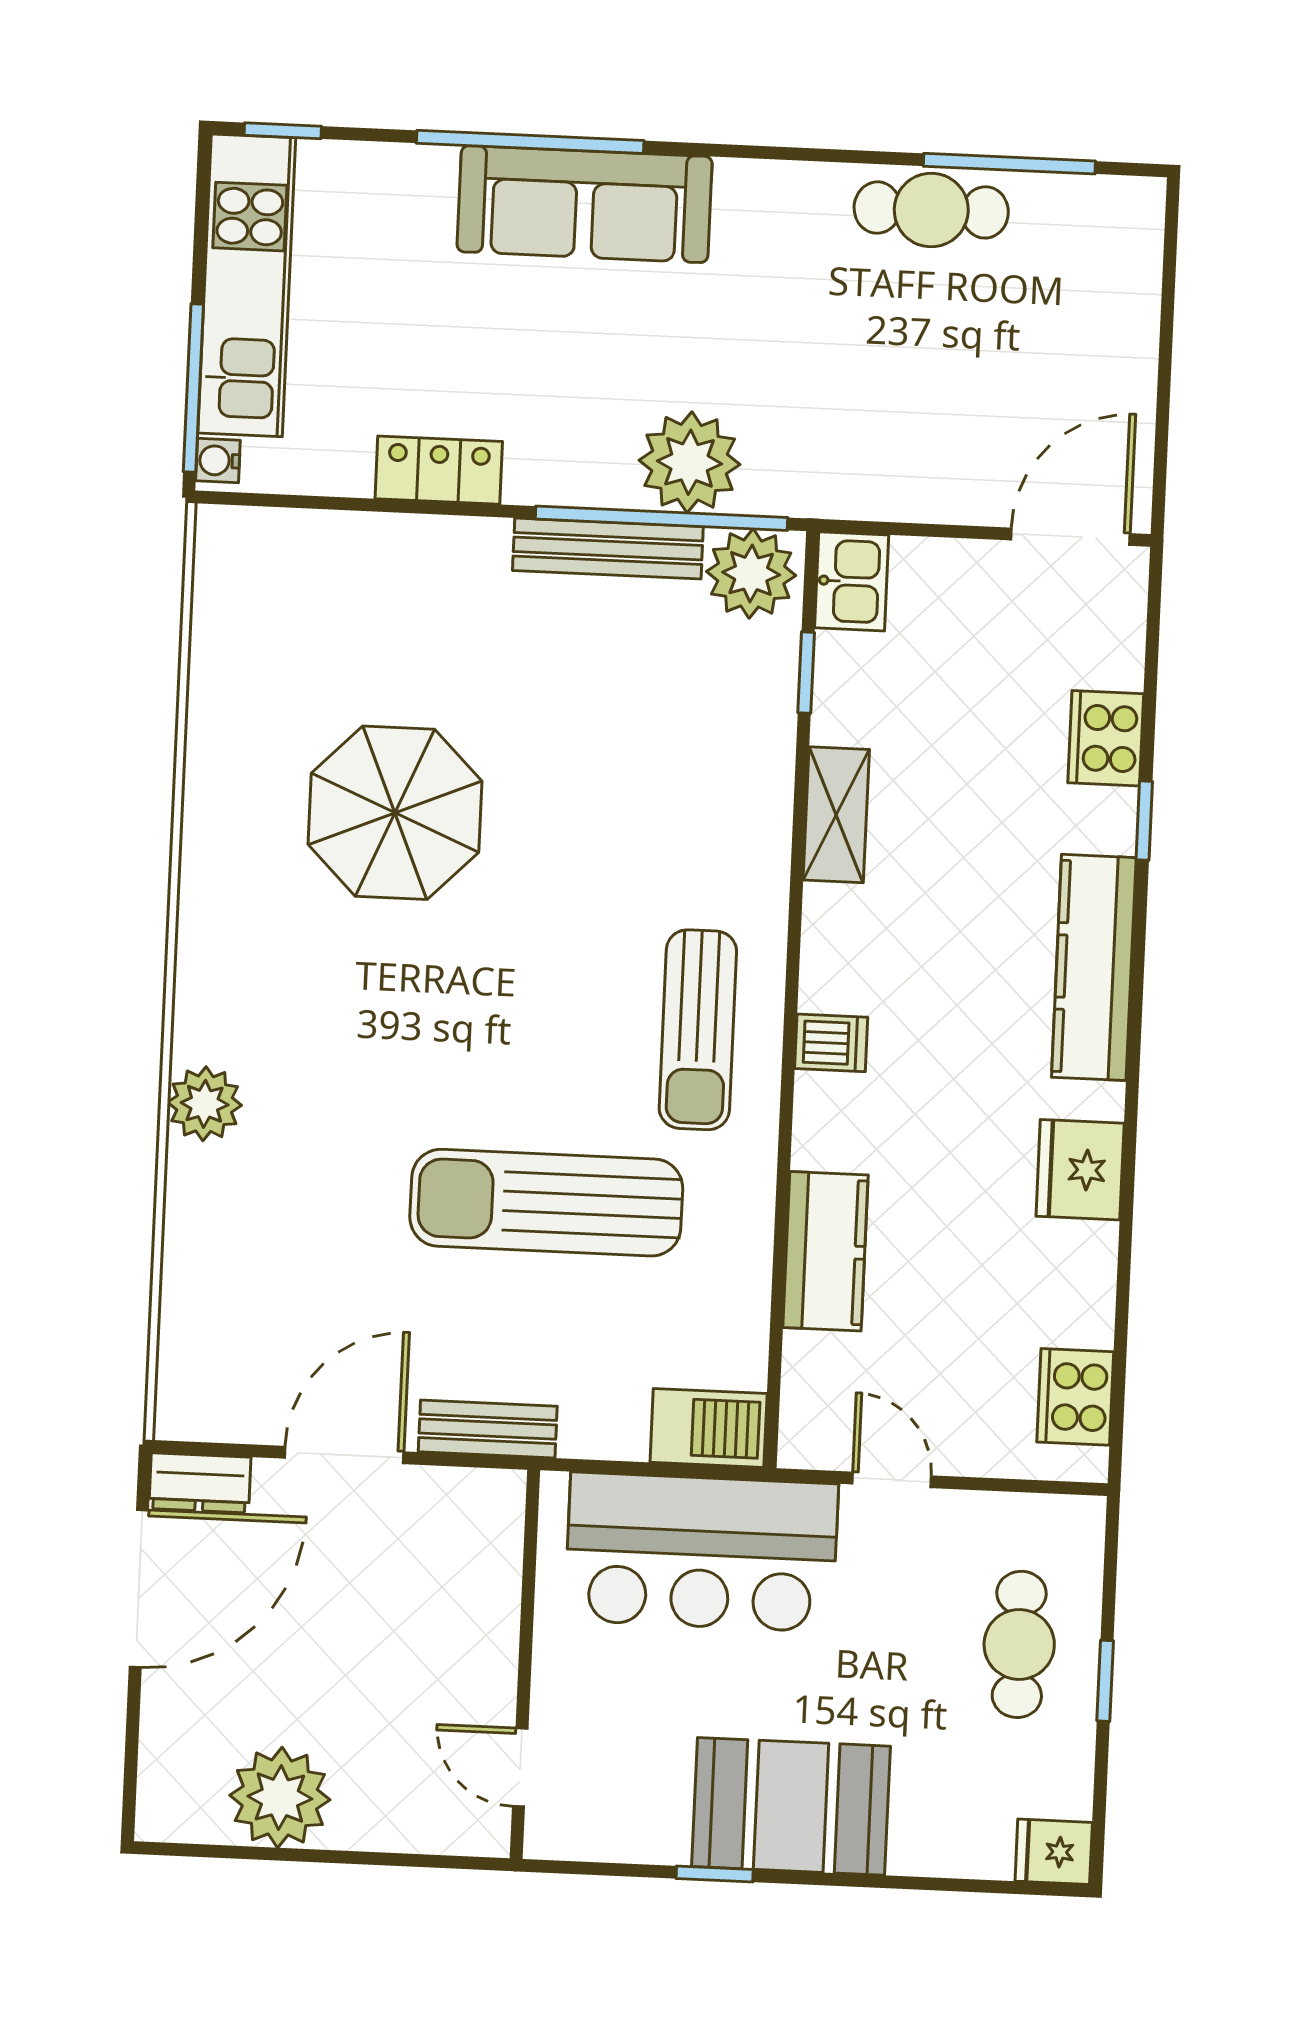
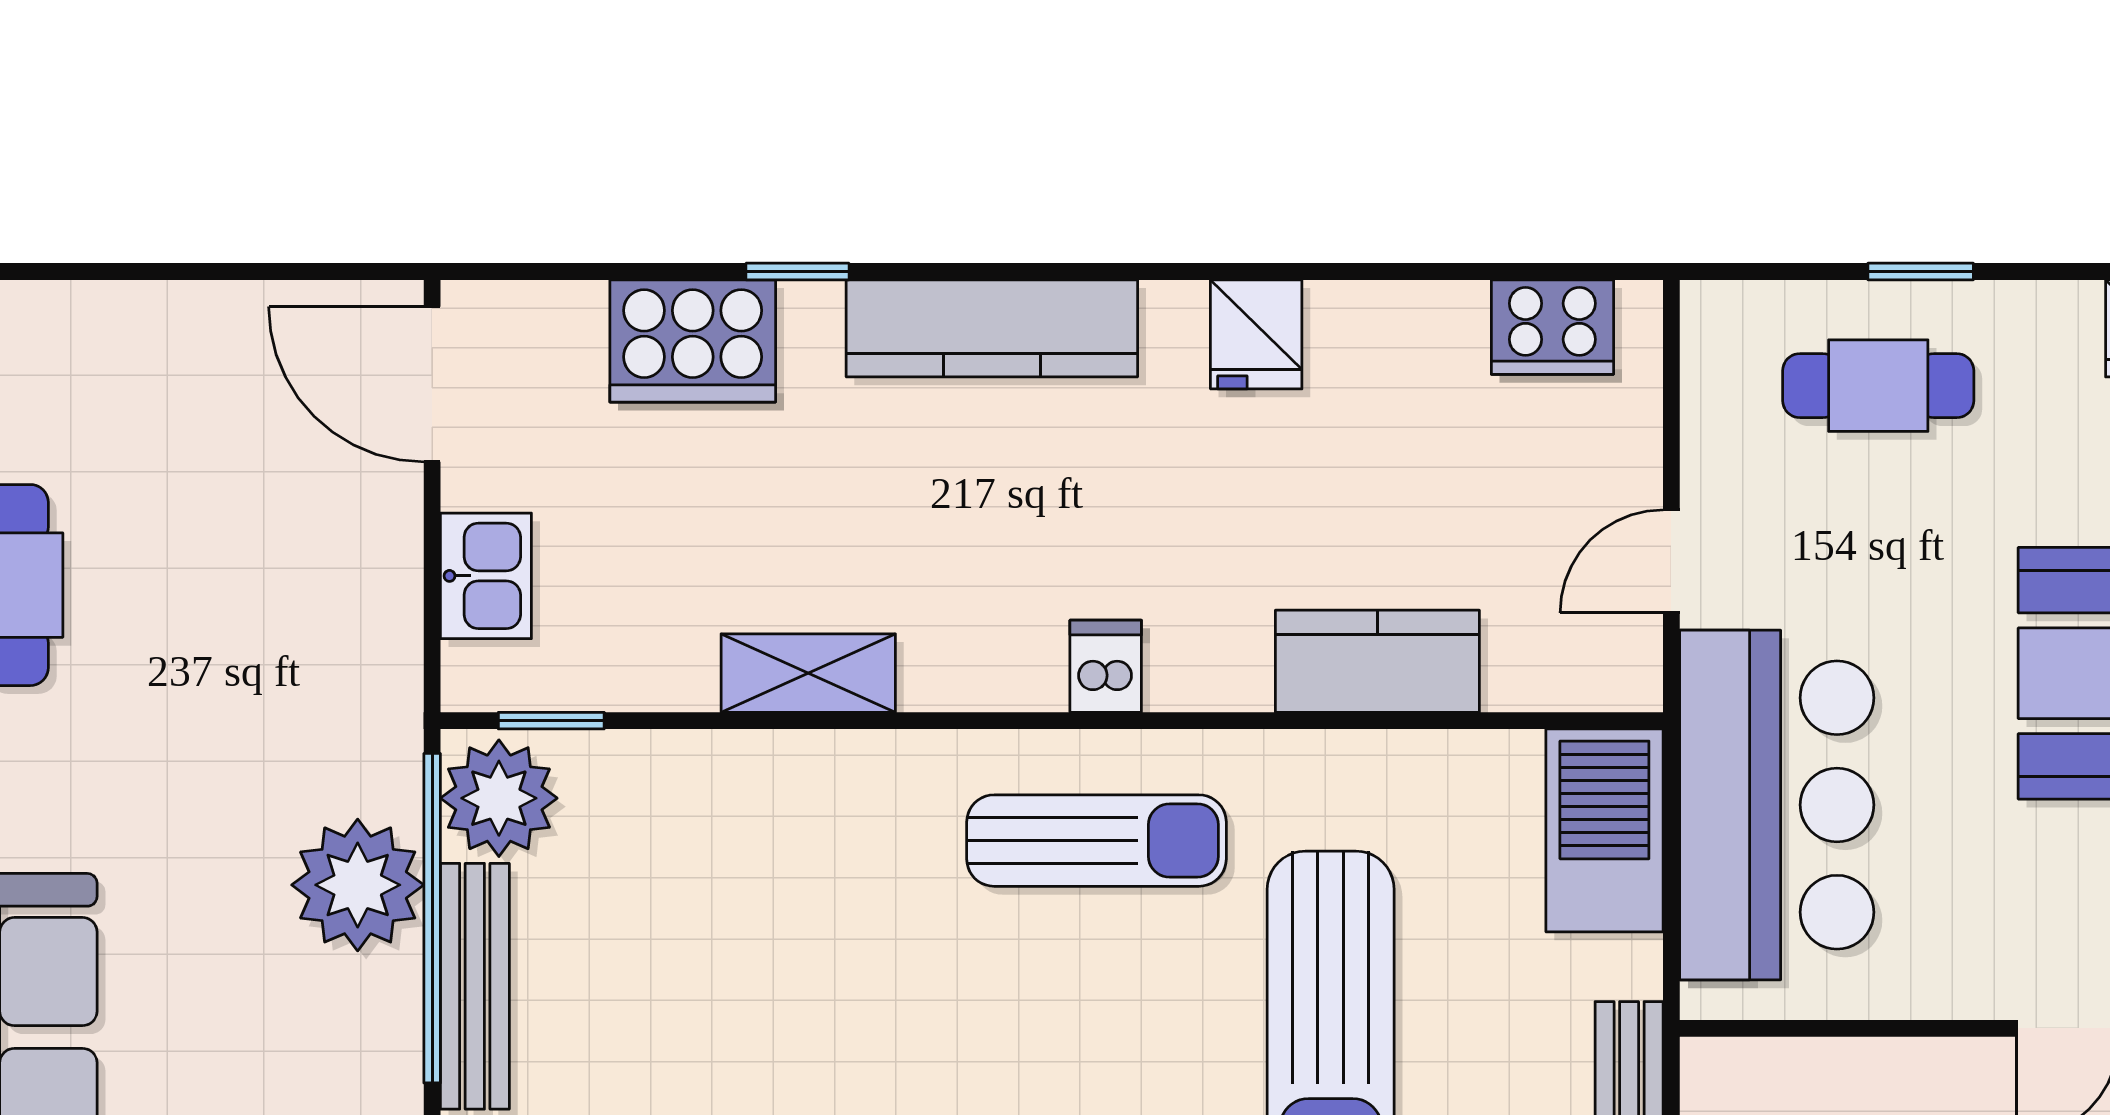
kitchen sink: (852, 581) -> (486, 576), moved, turned 90
window: (806, 673) -> (551, 721), moved
cooker: (1106, 738) -> (693, 341), width x1.37, depth x1.31
fridge: (1080, 1170) -> (1256, 334), width x0.72
barbecue: (709, 1428) -> (1604, 830), width x1.37, depth x1.21

